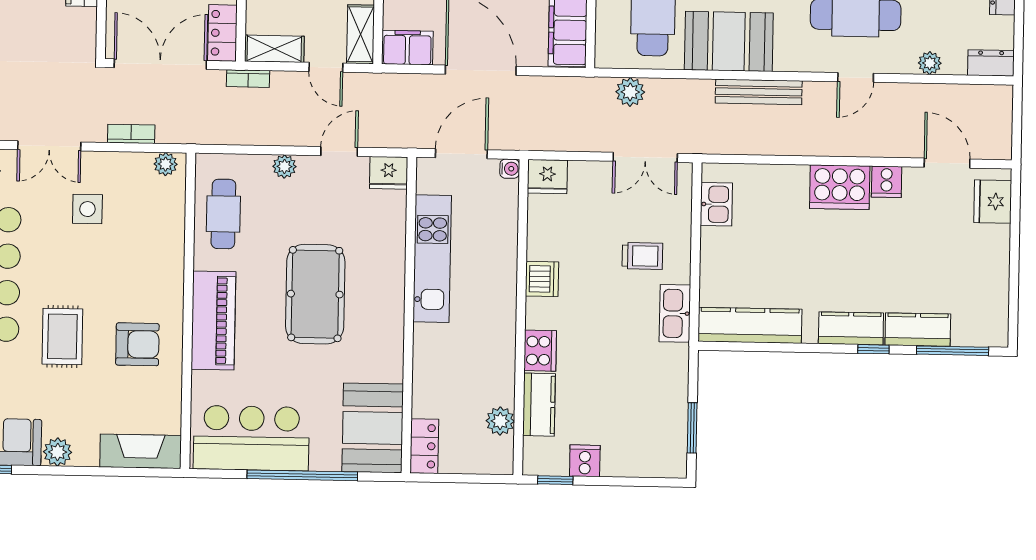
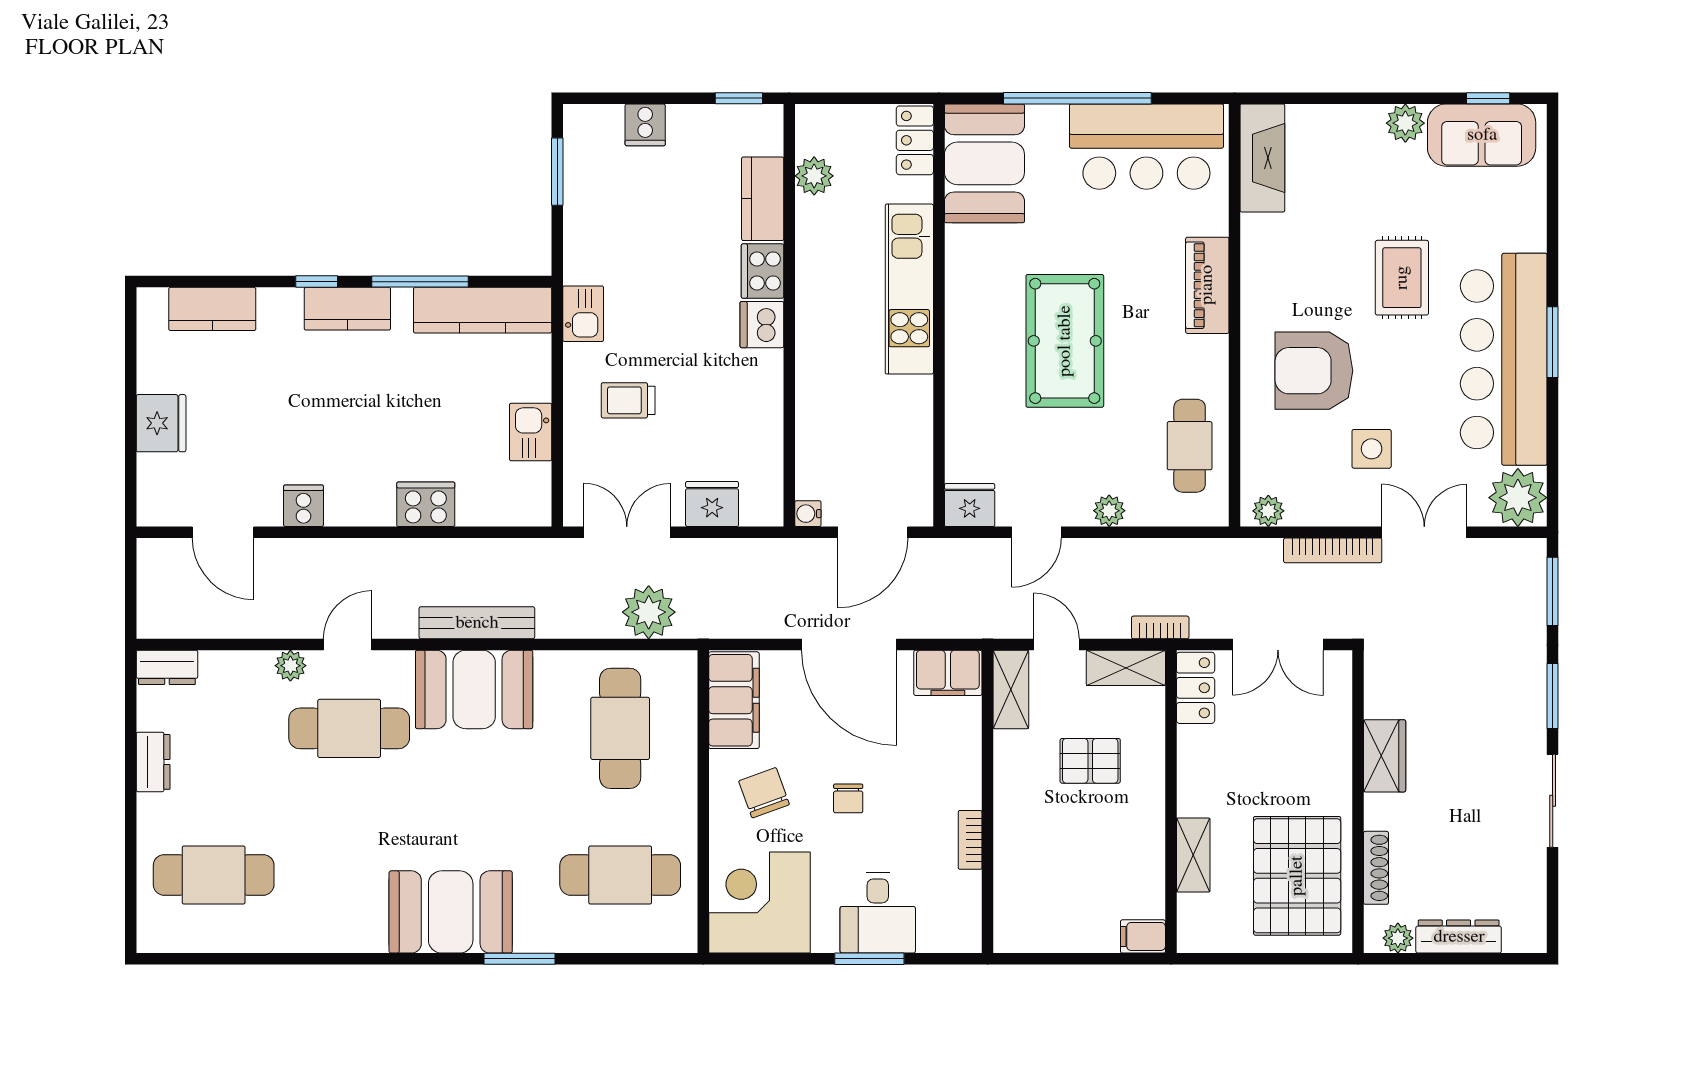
booth: (729, 41) -> (474, 689), moved
plant: (930, 63) -> (290, 666), moved
double door: (160, 64) -> (1278, 645), width x0.73
plant: (630, 92) -> (649, 612), width x1.36, depth x1.36
bookcase: (131, 134) -> (1333, 550), width x1.56
fridge: (547, 177) -> (712, 504), moved
cooker: (840, 187) -> (426, 504), moved, width x0.73, depth x0.76
fridge: (993, 202) -> (161, 423), moved
kitchen sink: (716, 204) -> (531, 432), moved
kitchen unit: (432, 259) -> (909, 289), moved
dishwasher: (542, 279) -> (762, 325), moved
kitchen sink: (675, 313) -> (583, 314), width x0.73
piano: (213, 321) -> (1207, 285), width x0.73, depth x0.75
kitchen counter: (918, 330) -> (212, 309), moved
armchair: (137, 344) -> (1314, 371), moved, width x1.36, depth x1.36
window: (953, 351) -> (420, 282), moved
fireplace: (141, 451) -> (1262, 158), moved, turned -90
cooker: (585, 461) -> (645, 125), moved

